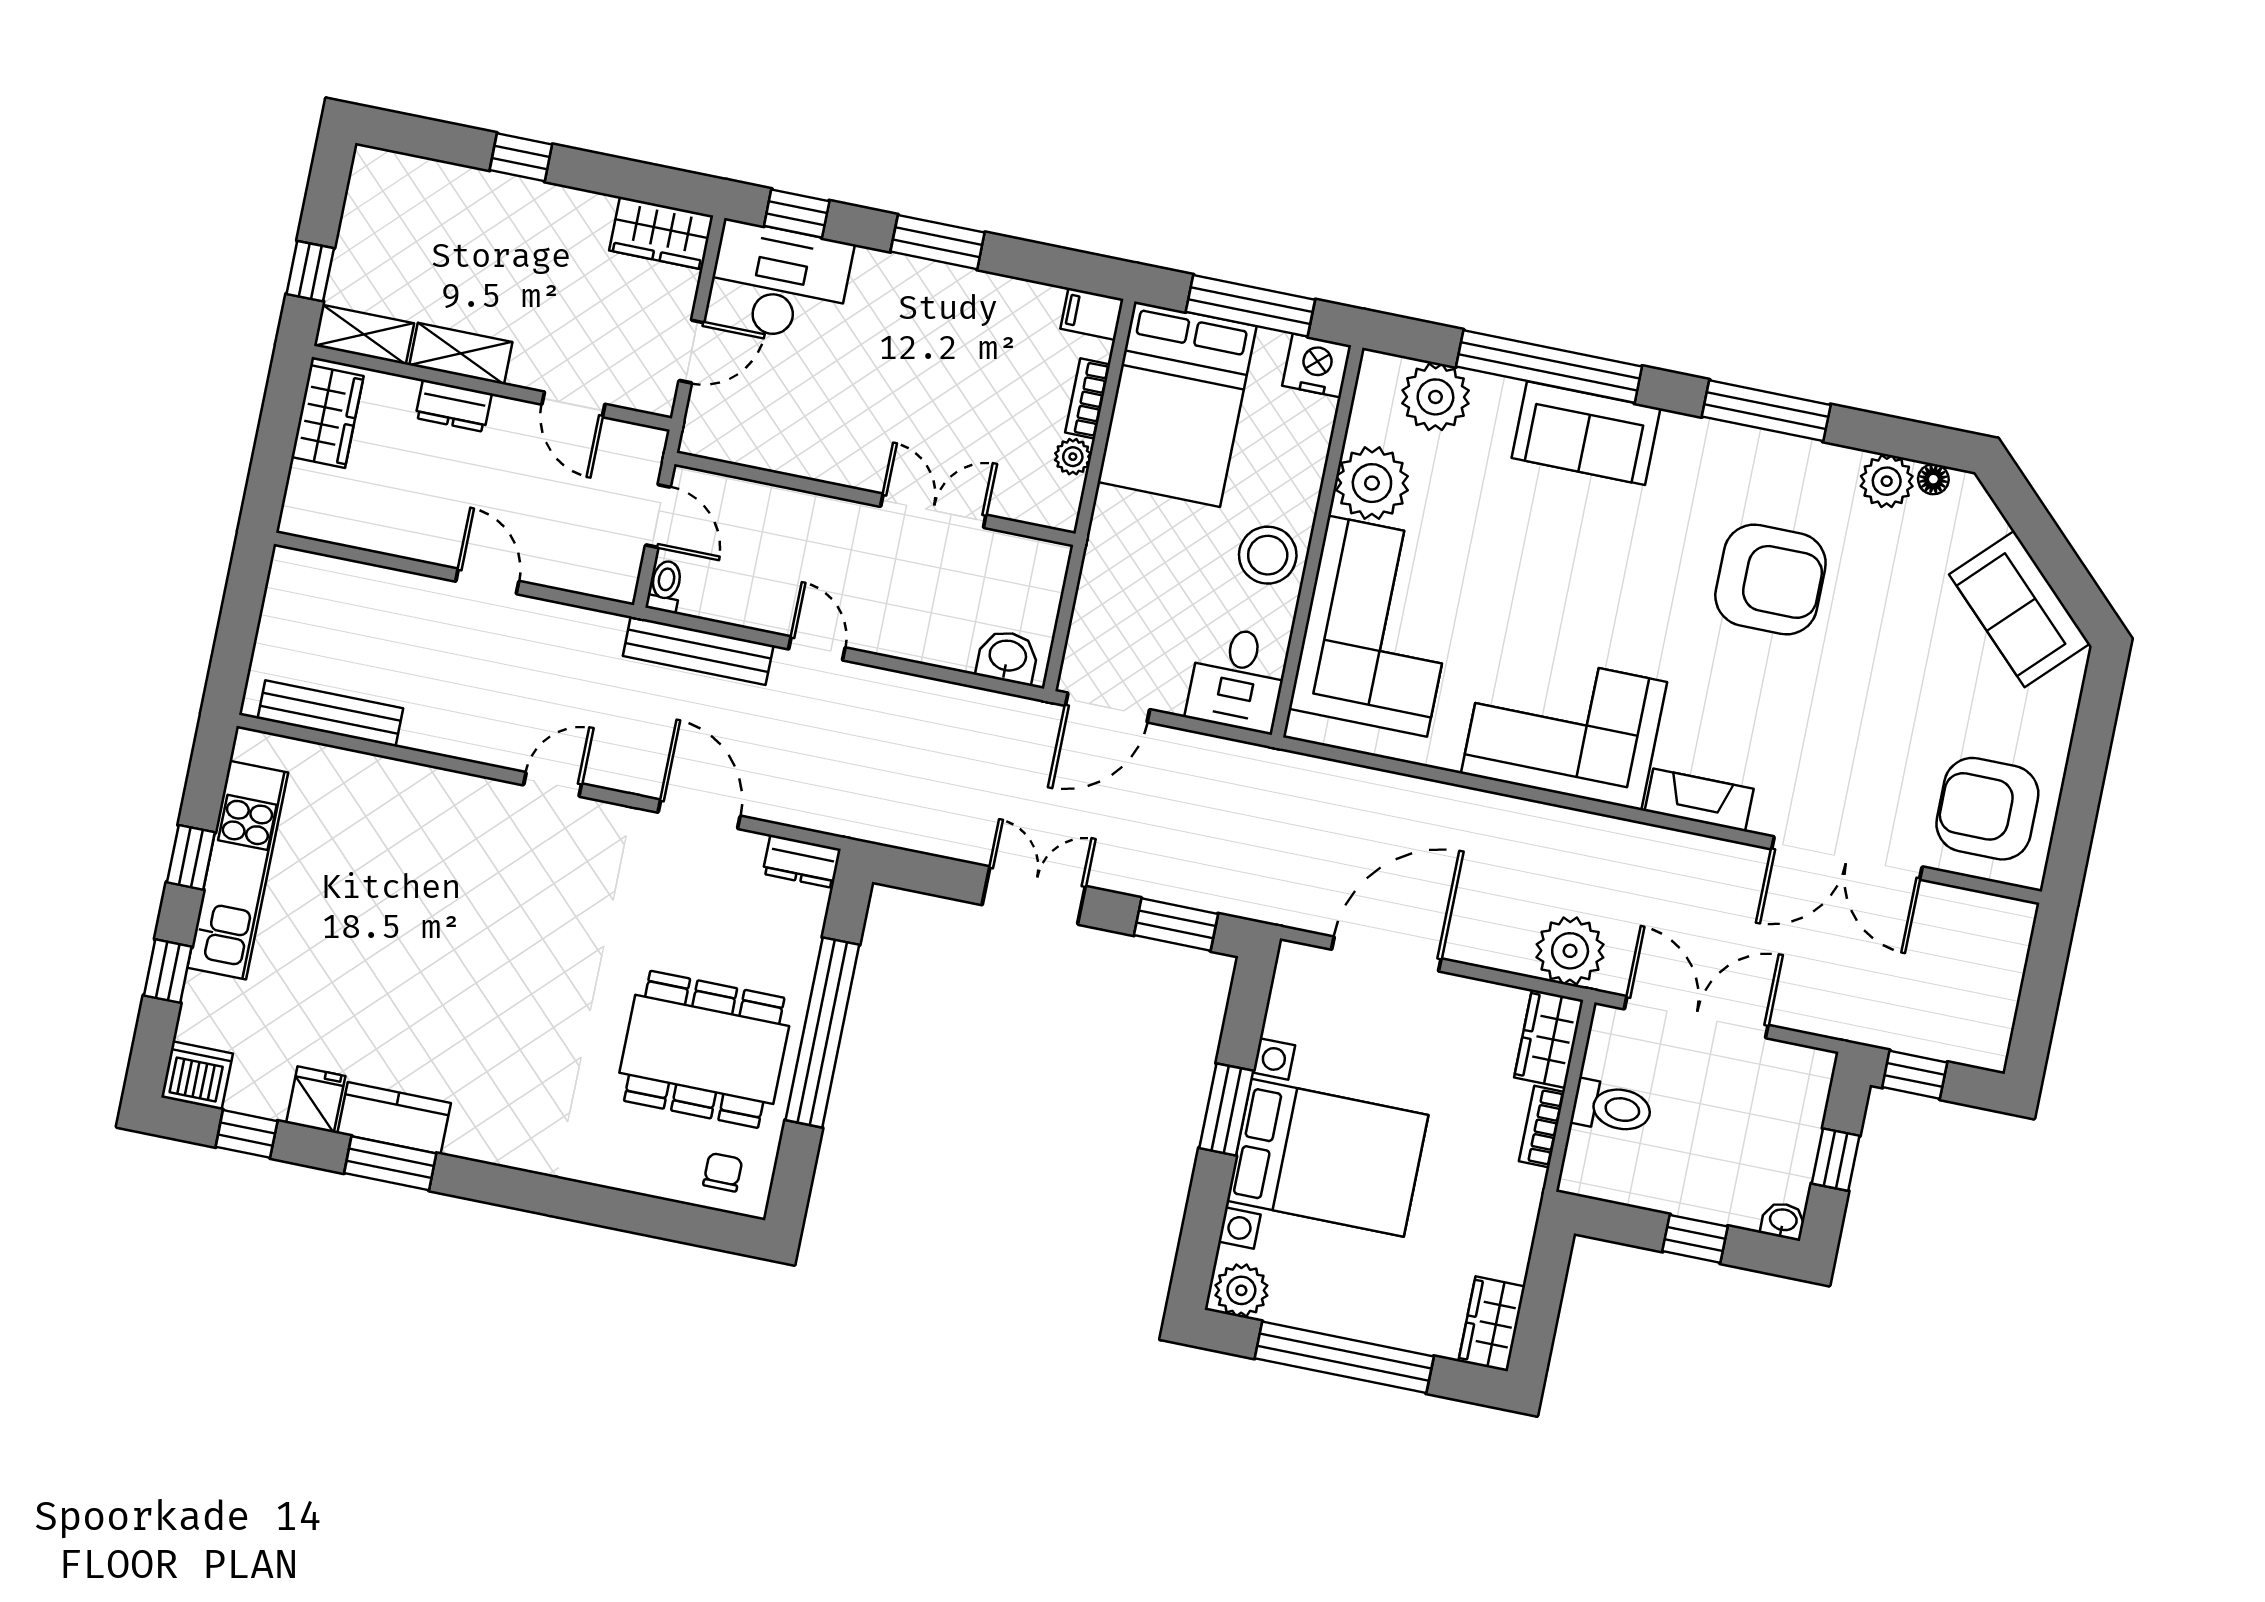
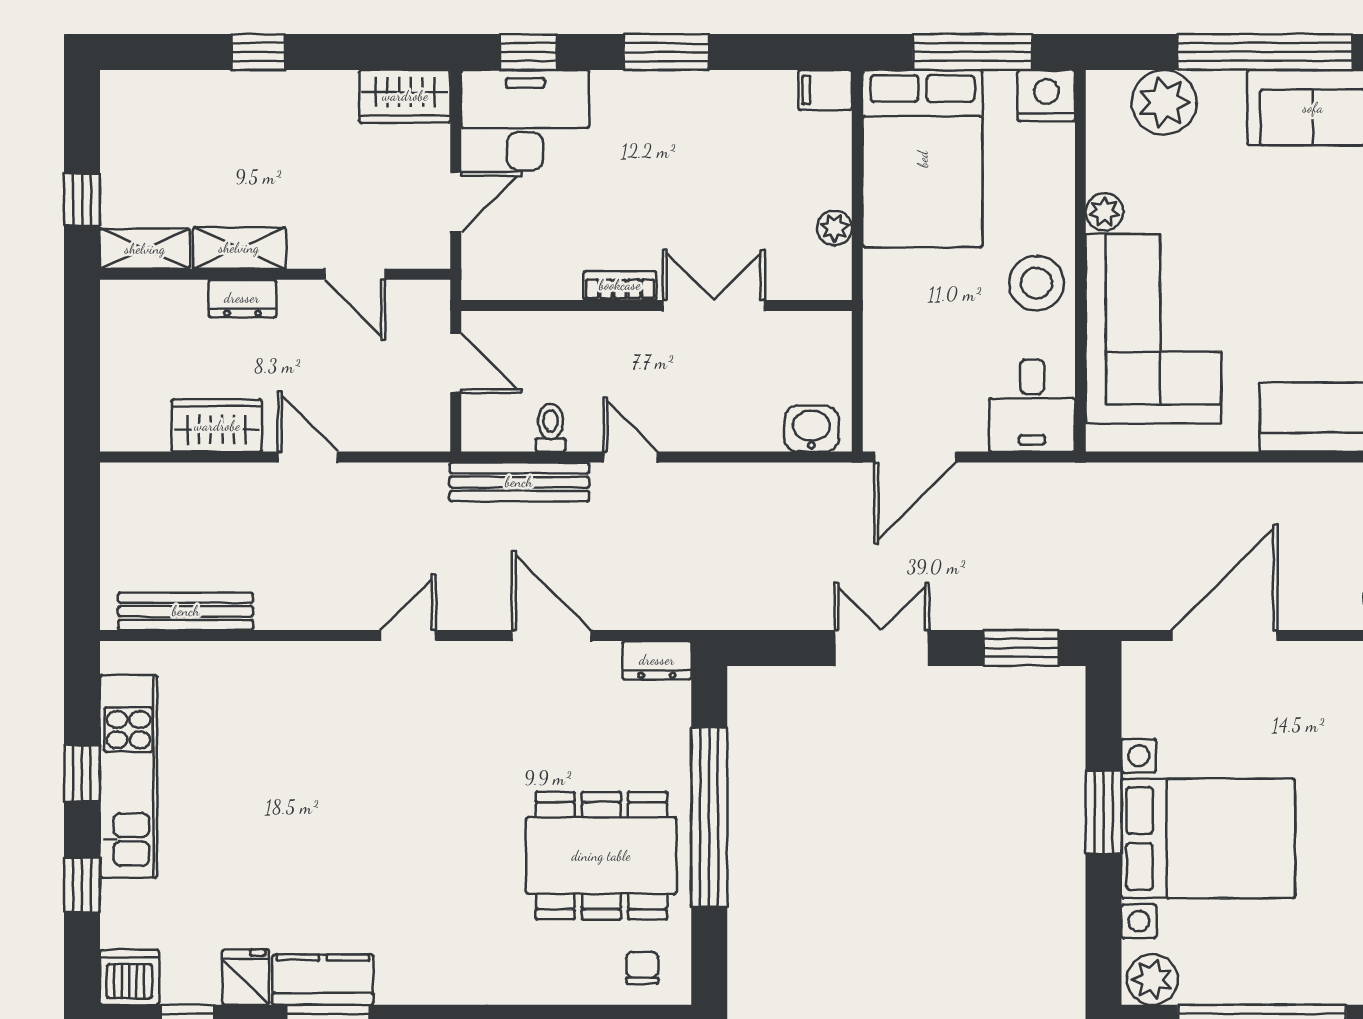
bookcase: (1088, 398) -> (620, 285), moved, turned 90
wardrobe: (327, 417) -> (217, 426), moved, turned -90
plant: (1372, 483) -> (1104, 212), width x0.53, depth x0.53
toilet: (665, 586) -> (551, 428), moved

